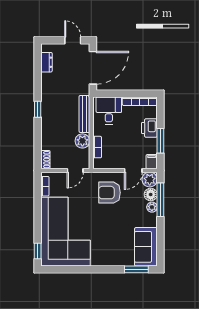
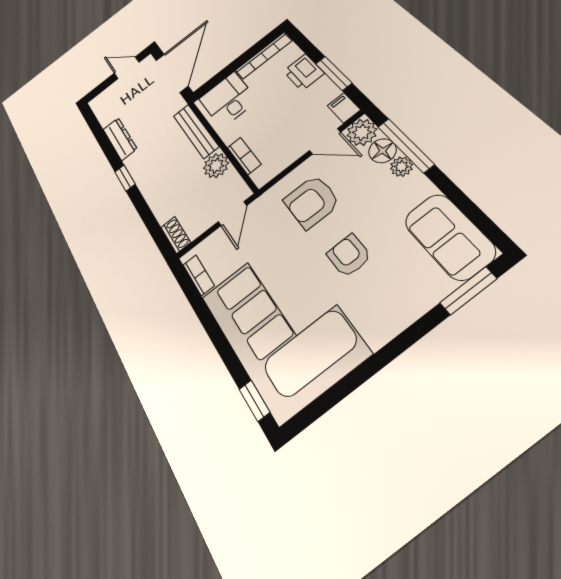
dresser: (46, 62) -> (120, 139), moved, width x1.44
door: (133, 171) -> (325, 141), hinge flipped
armchair: (107, 226) -> (349, 256), added

